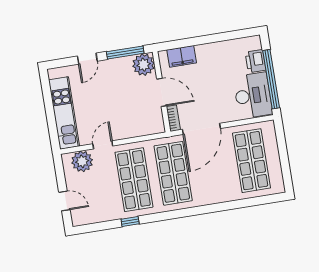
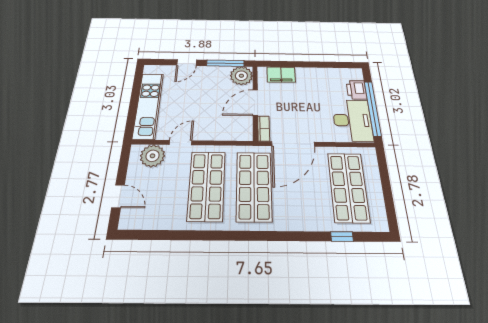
door: (162, 92) -> (255, 102), swing flipped
window: (130, 222) -> (342, 237), moved

